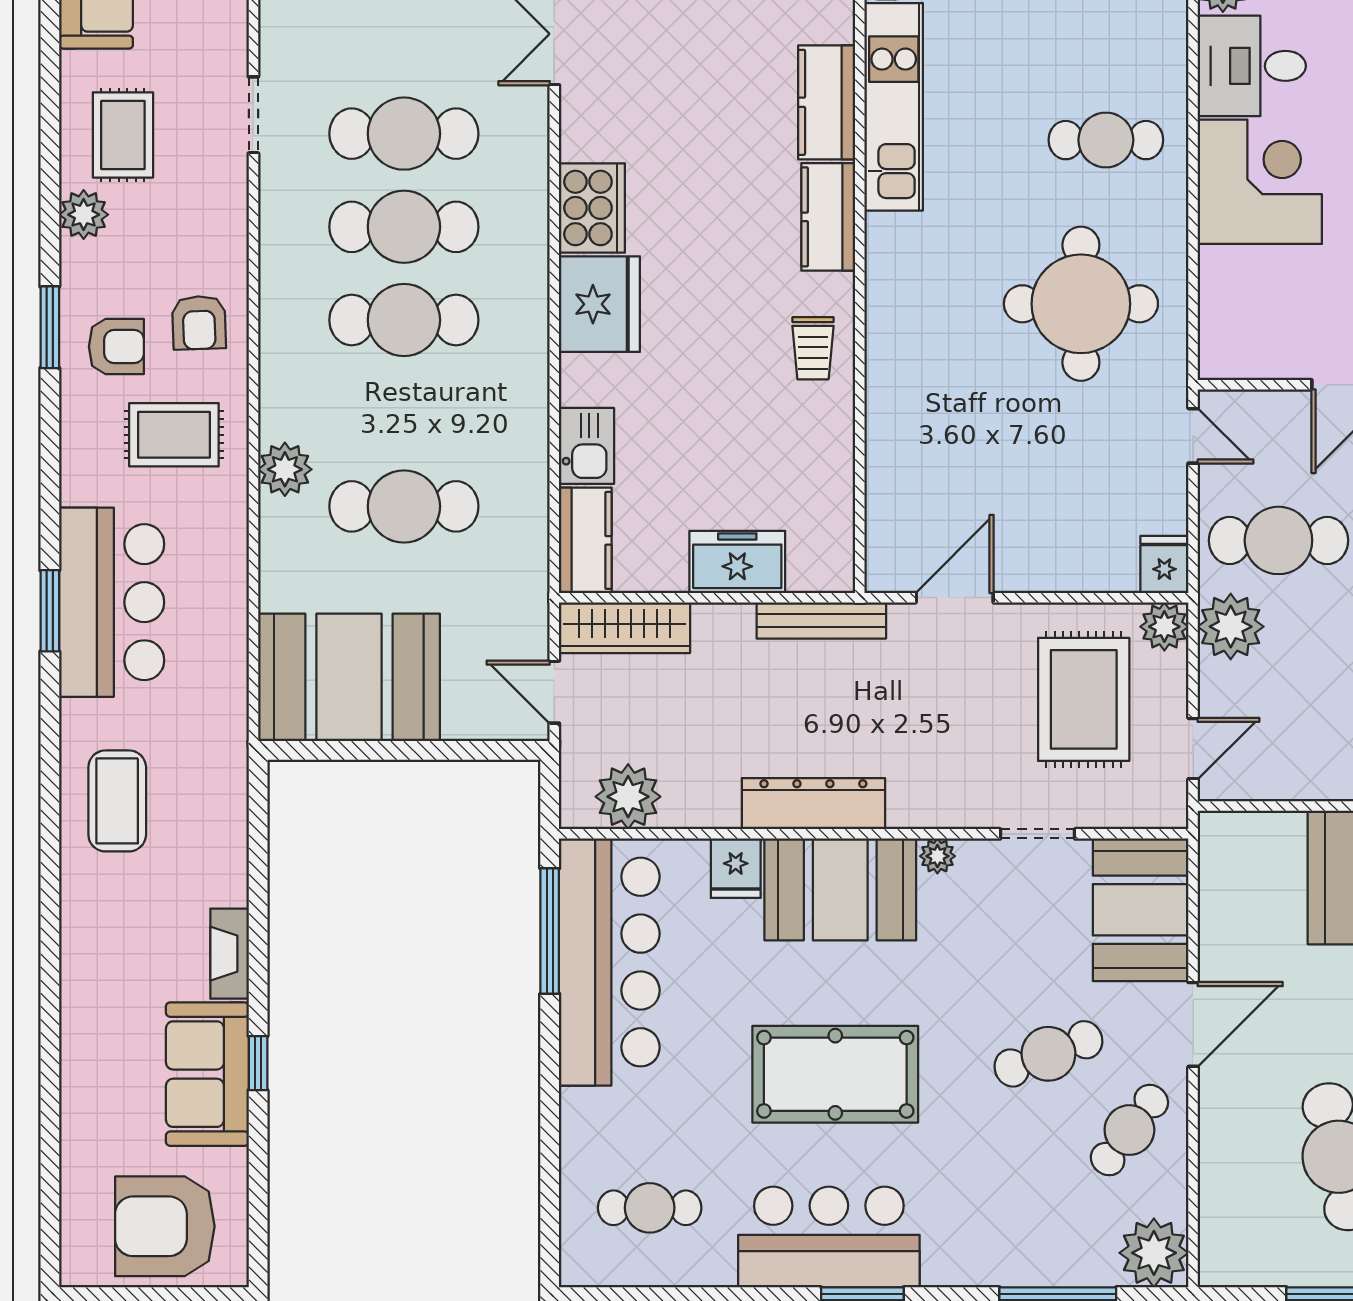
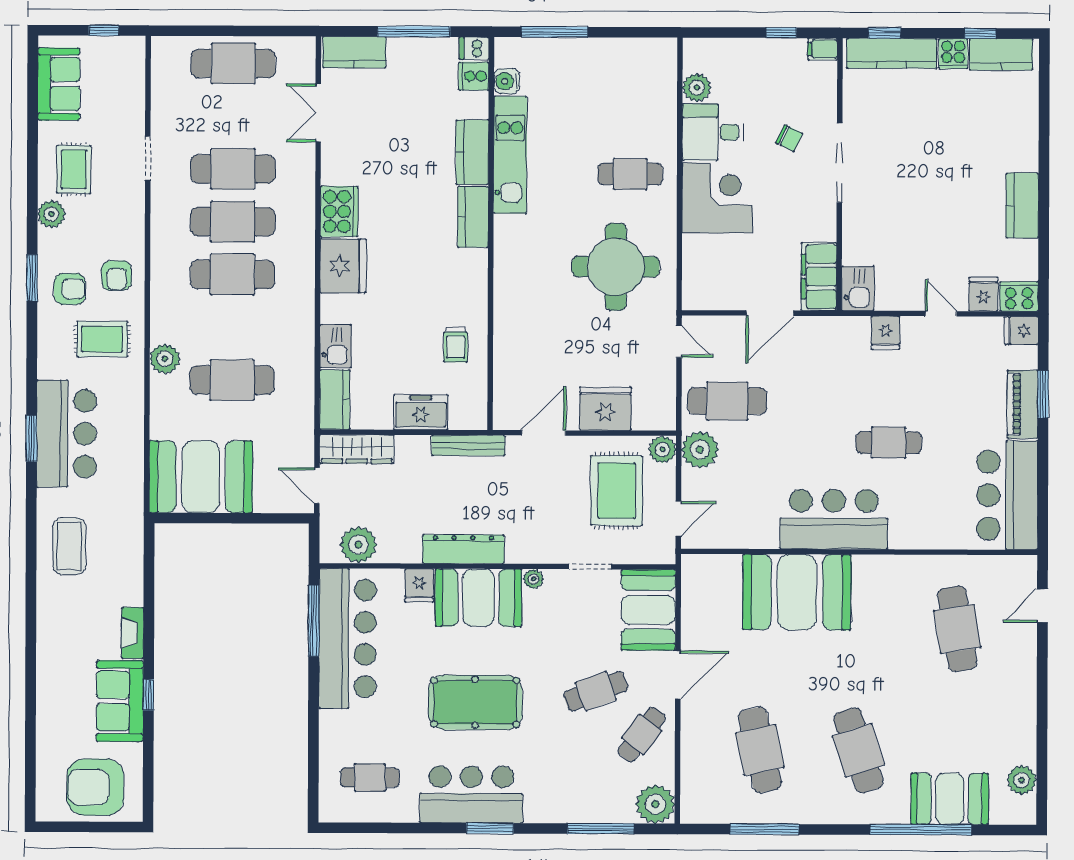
trolley: (813, 348) -> (456, 345), moved
fridge: (1164, 564) -> (605, 409), moved, width x1.88, depth x1.34

